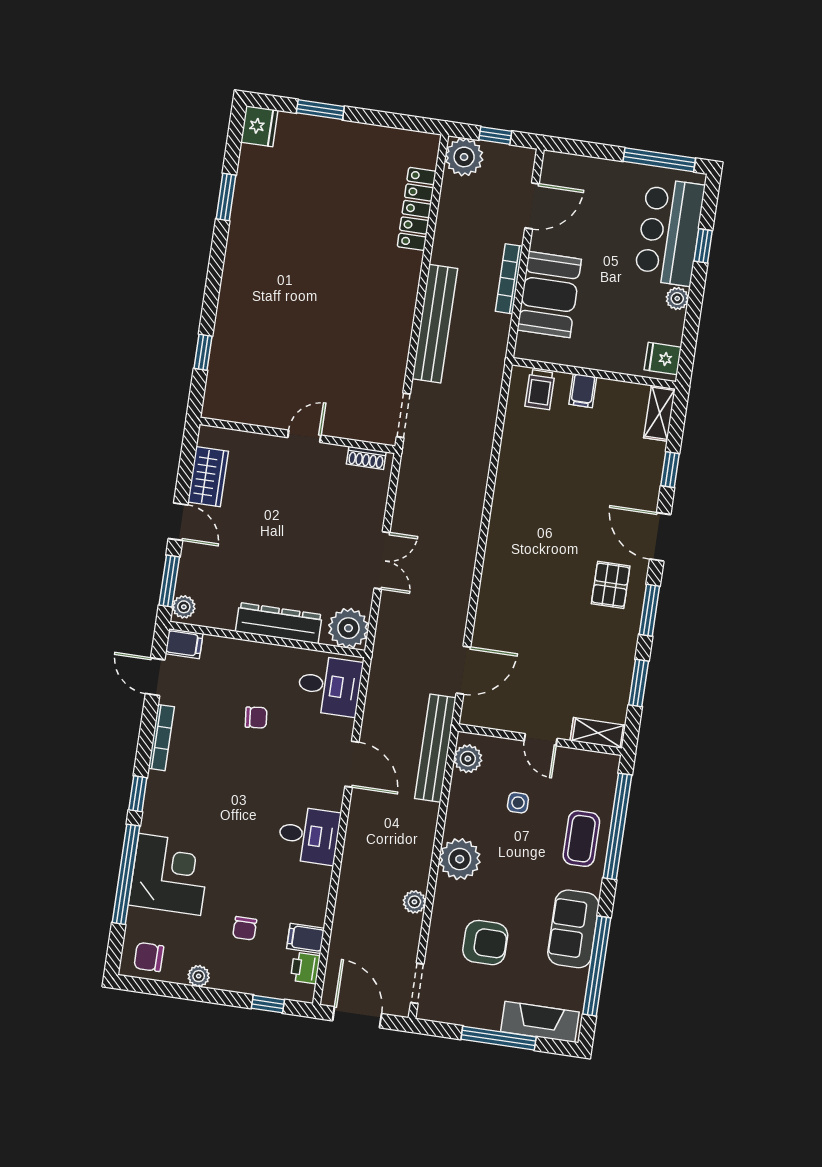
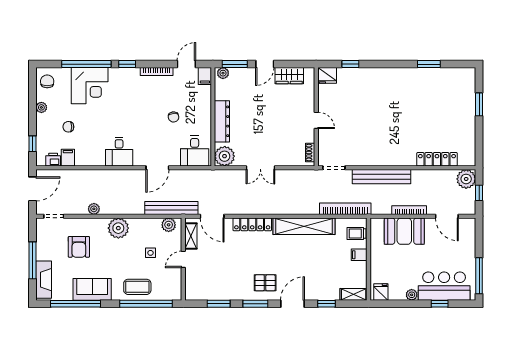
fridge: (259, 126) -> (327, 75), moved
bookcase: (488, 405) -> (345, 209), added
shelving: (510, 491) -> (304, 226), added
locker: (491, 593) -> (252, 224), added
shelving: (598, 733) -> (191, 236), moved

